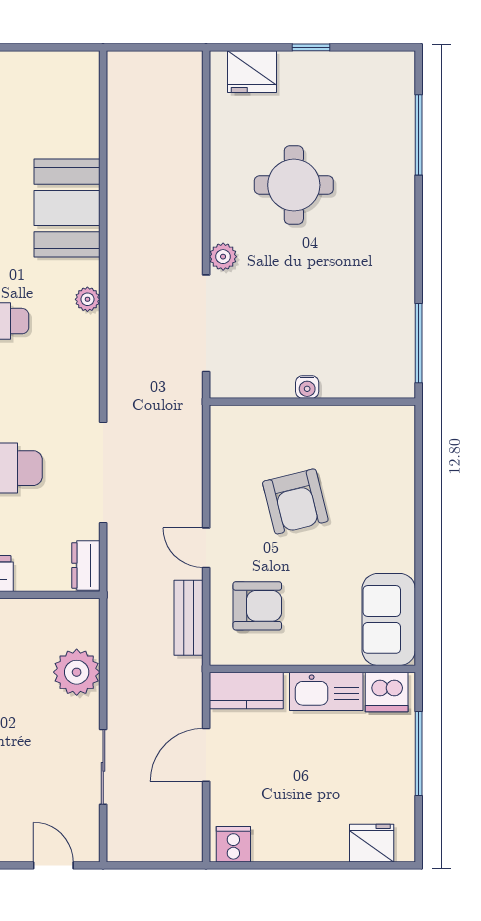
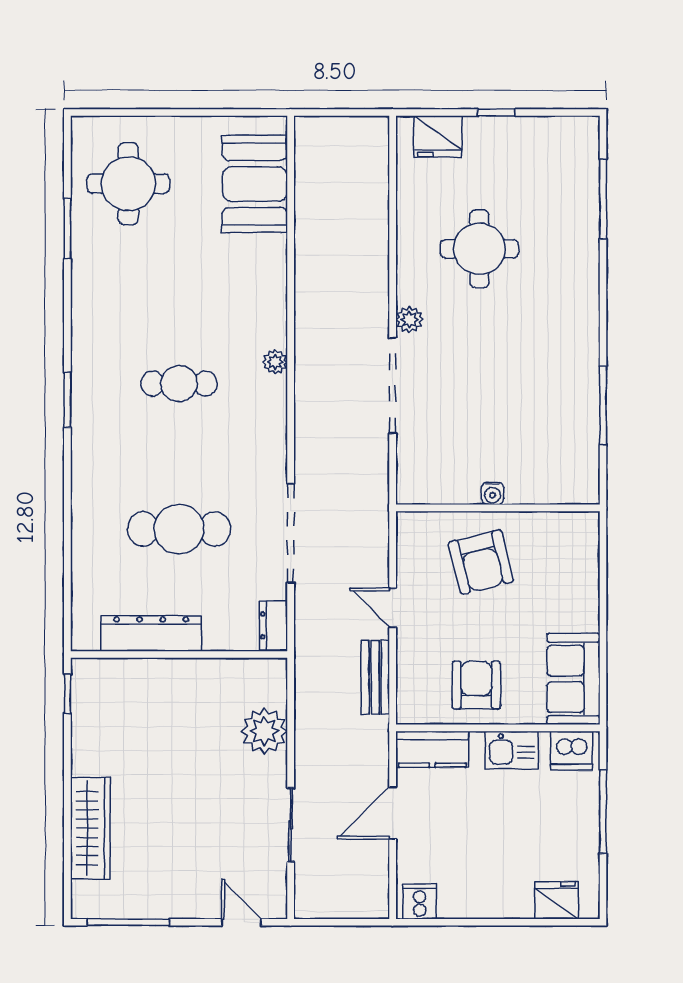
booth: (67, 208) -> (255, 184), moved
water cooler: (307, 387) -> (493, 493), moved
wall: (312, 402) -> (498, 508), moved
armchair: (257, 606) -> (476, 685), moved, turned -90
kitchen sink: (326, 691) -> (512, 750), width x0.73

